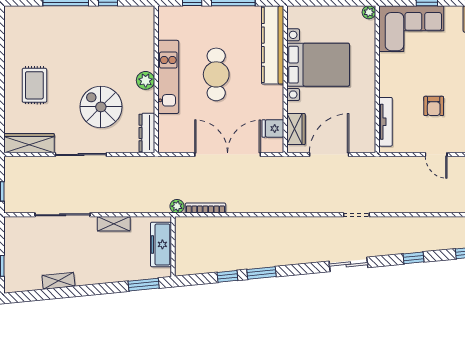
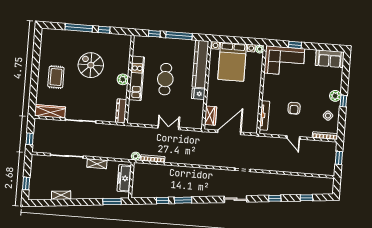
bed with nightstands: (318, 65) -> (232, 62), moved, turned 90
spiral stairs: (101, 107) -> (91, 65), moved
fridge: (273, 128) -> (198, 94), moved
double door: (228, 155) -> (168, 128), width x0.54

